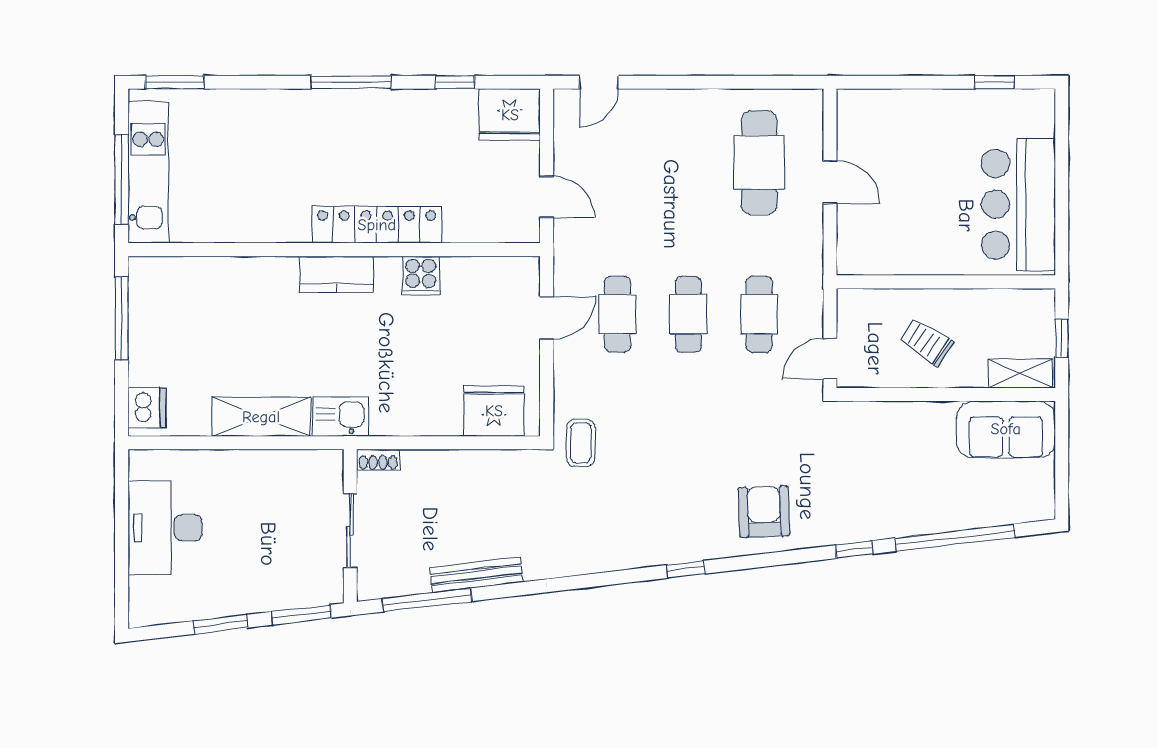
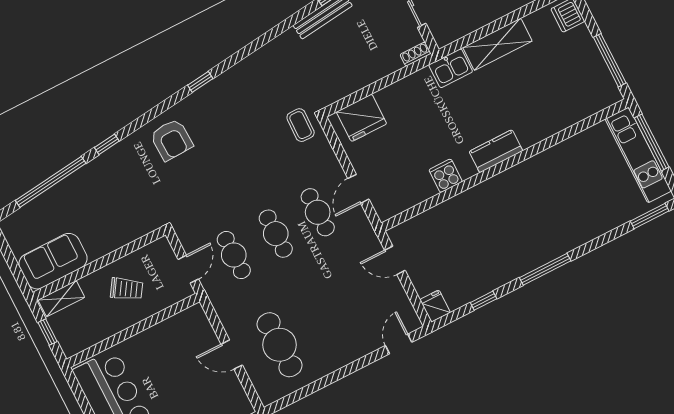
fridge: (510, 115) -> (435, 306), width x0.53, depth x0.75
locker: (377, 225) -> (487, 193), removed
door: (830, 359) -> (188, 269), moved

